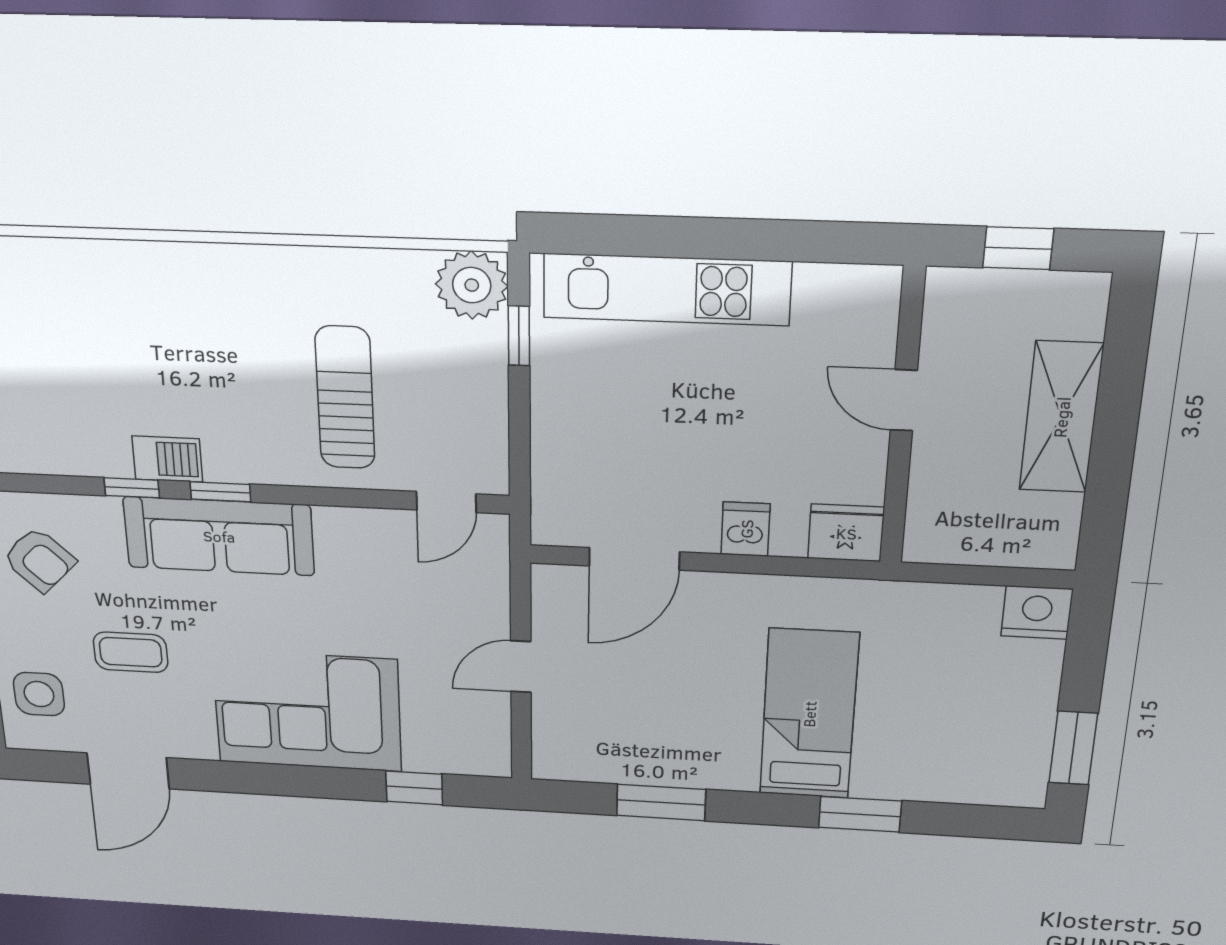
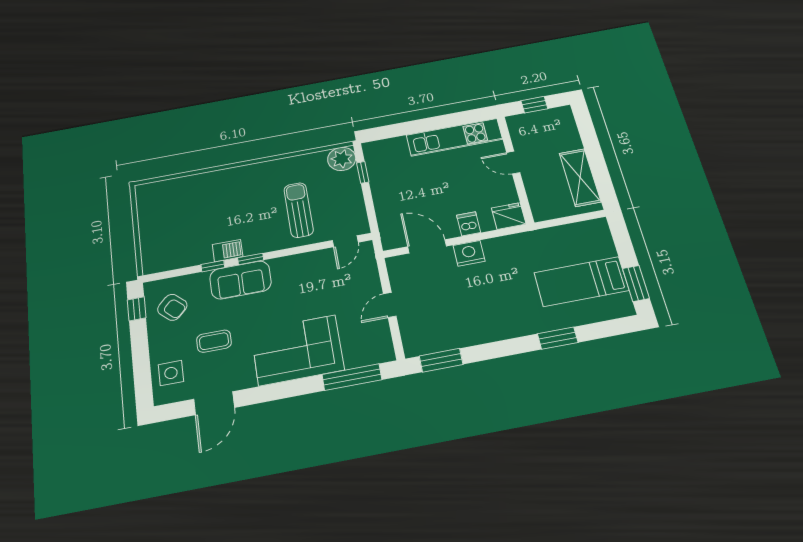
kitchen unit: (667, 290) -> (454, 137), moved
shelving: (1061, 417) -> (580, 177), moved
sofa: (219, 536) -> (240, 280), width x0.73
door: (634, 559) -> (427, 246), swing flipped
nightstand: (1037, 612) -> (469, 253), moved
bed: (809, 714) -> (581, 282), moved, turned -90
window: (414, 788) -> (352, 377), width x2.17
window: (661, 802) -> (441, 360), moved

